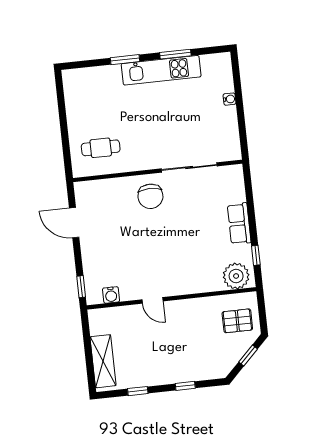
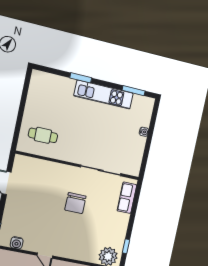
window: (175, 54) -> (134, 91), moved
chair: (150, 196) -> (75, 203), moved
row of seats: (239, 224) -> (127, 198), moved

